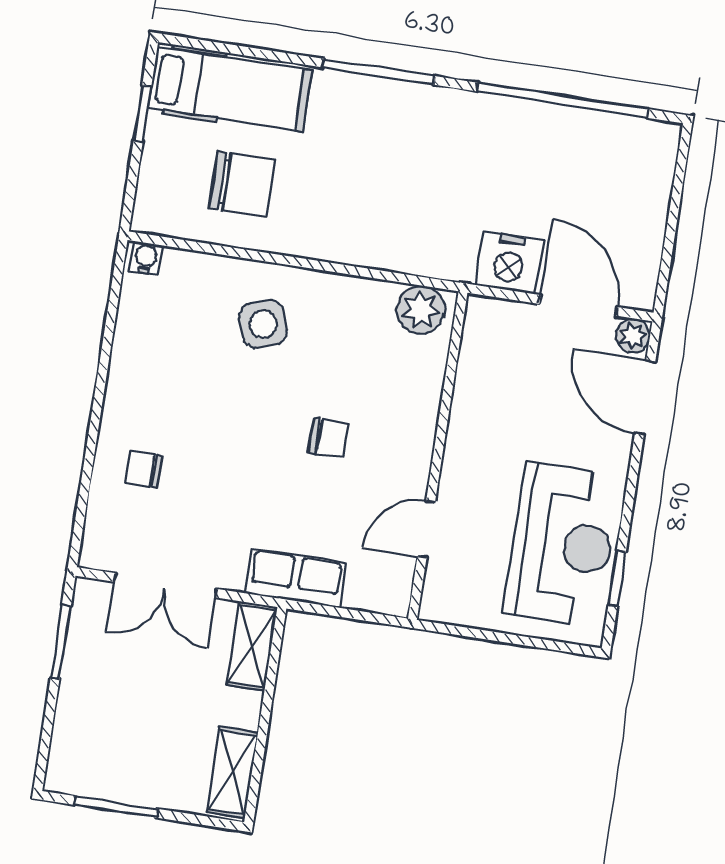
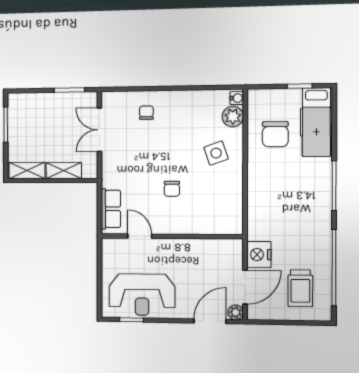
trolley: (599, 182) -> (300, 288), added
plant: (421, 310) -> (233, 117), moved
row of seats: (296, 578) -> (111, 209), moved
shelving: (252, 646) -> (64, 171), moved

